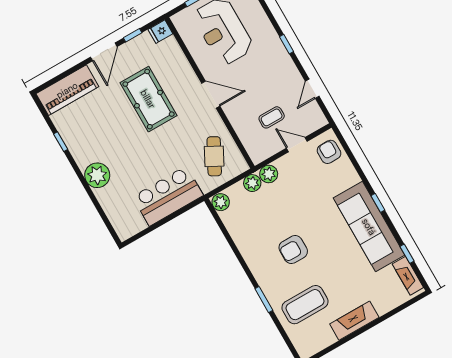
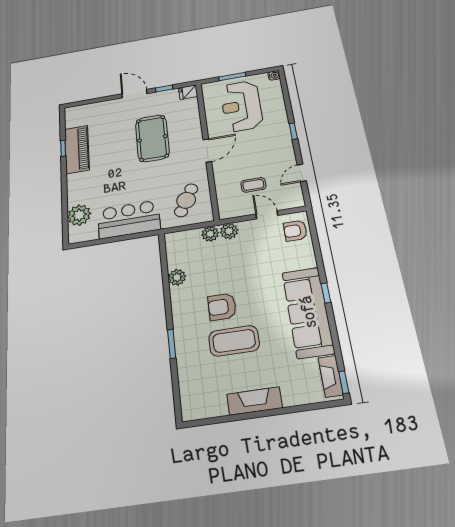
door: (104, 52) -> (134, 94), swing flipped
piano: (67, 90) -> (77, 149), moved, turned -90
door: (211, 95) -> (207, 151), hinge flipped
armchair: (329, 152) -> (295, 231), turned -90
plant: (97, 175) -> (79, 215), moved
plant: (221, 202) -> (177, 277), moved
window: (407, 254) -> (344, 382), moved
coffee table: (305, 305) -> (234, 341), moved

